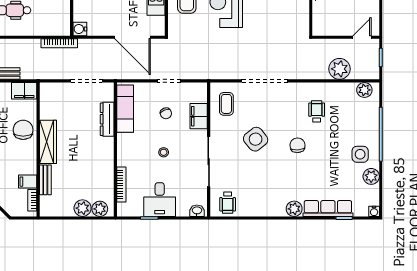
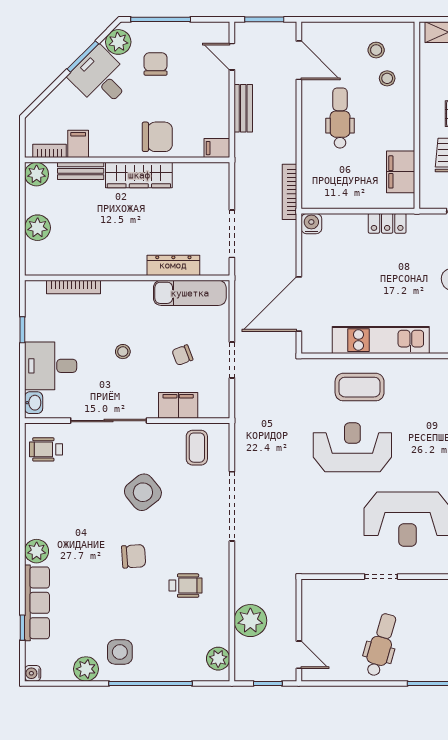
filing cabinet: (24, 91) -> (217, 148), width x0.50
coffee table: (226, 104) -> (197, 448), turned 90
desk: (160, 200) -> (51, 366), moved
plant: (100, 209) -> (37, 174), moved

